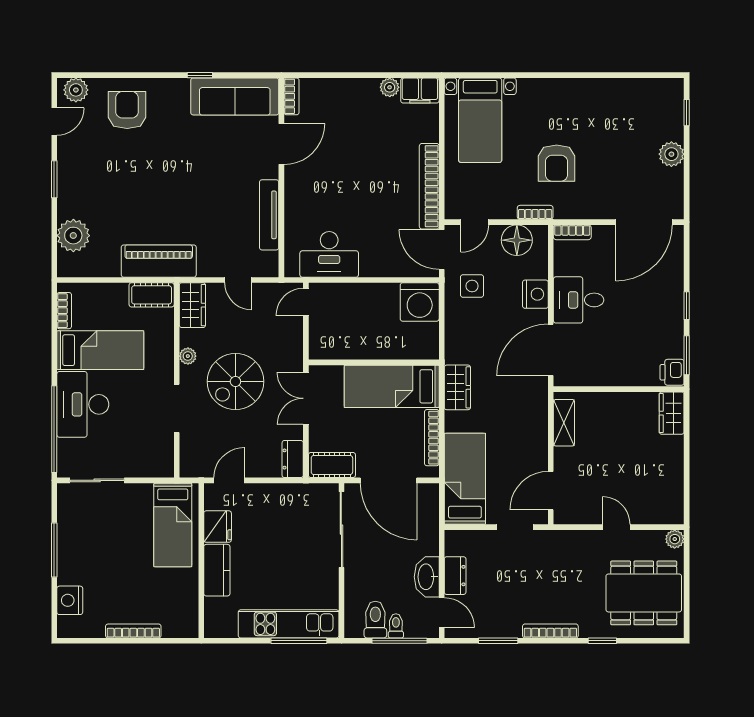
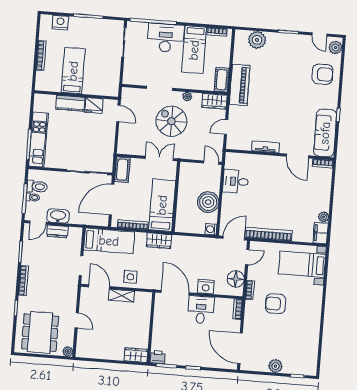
tv unit: (269, 215) -> (265, 147), width x0.71
door: (475, 222) -> (247, 257), swing flipped
desk: (329, 254) -> (236, 181), width x0.73
side table: (472, 286) -> (130, 277), moved
boiler: (379, 302) -> (208, 202), added
washing machine: (420, 302) -> (211, 229), width x0.53, depth x0.53
shelving: (564, 423) -> (122, 296), moved
dresser: (293, 459) -> (127, 149), removed
bed: (173, 525) -> (73, 71), moved, turned 90
door: (616, 527) -> (77, 320), hinge flipped

